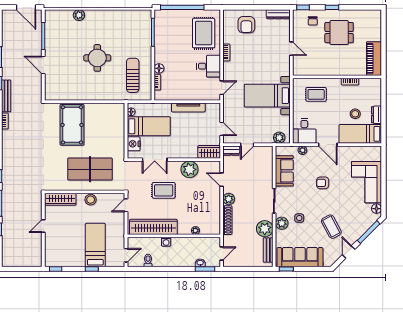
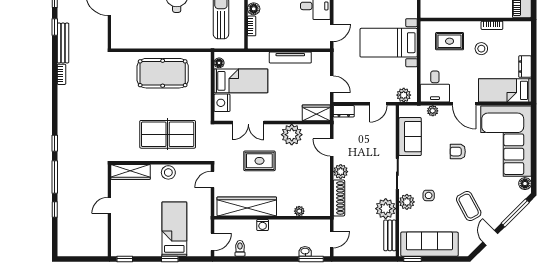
stool: (355, 114) -> (481, 49), moved
pool table: (72, 125) -> (163, 73), moved, turned 90
door: (247, 145) -> (378, 104), moved
corner sofa: (367, 182) -> (506, 141), width x1.36, depth x1.36

